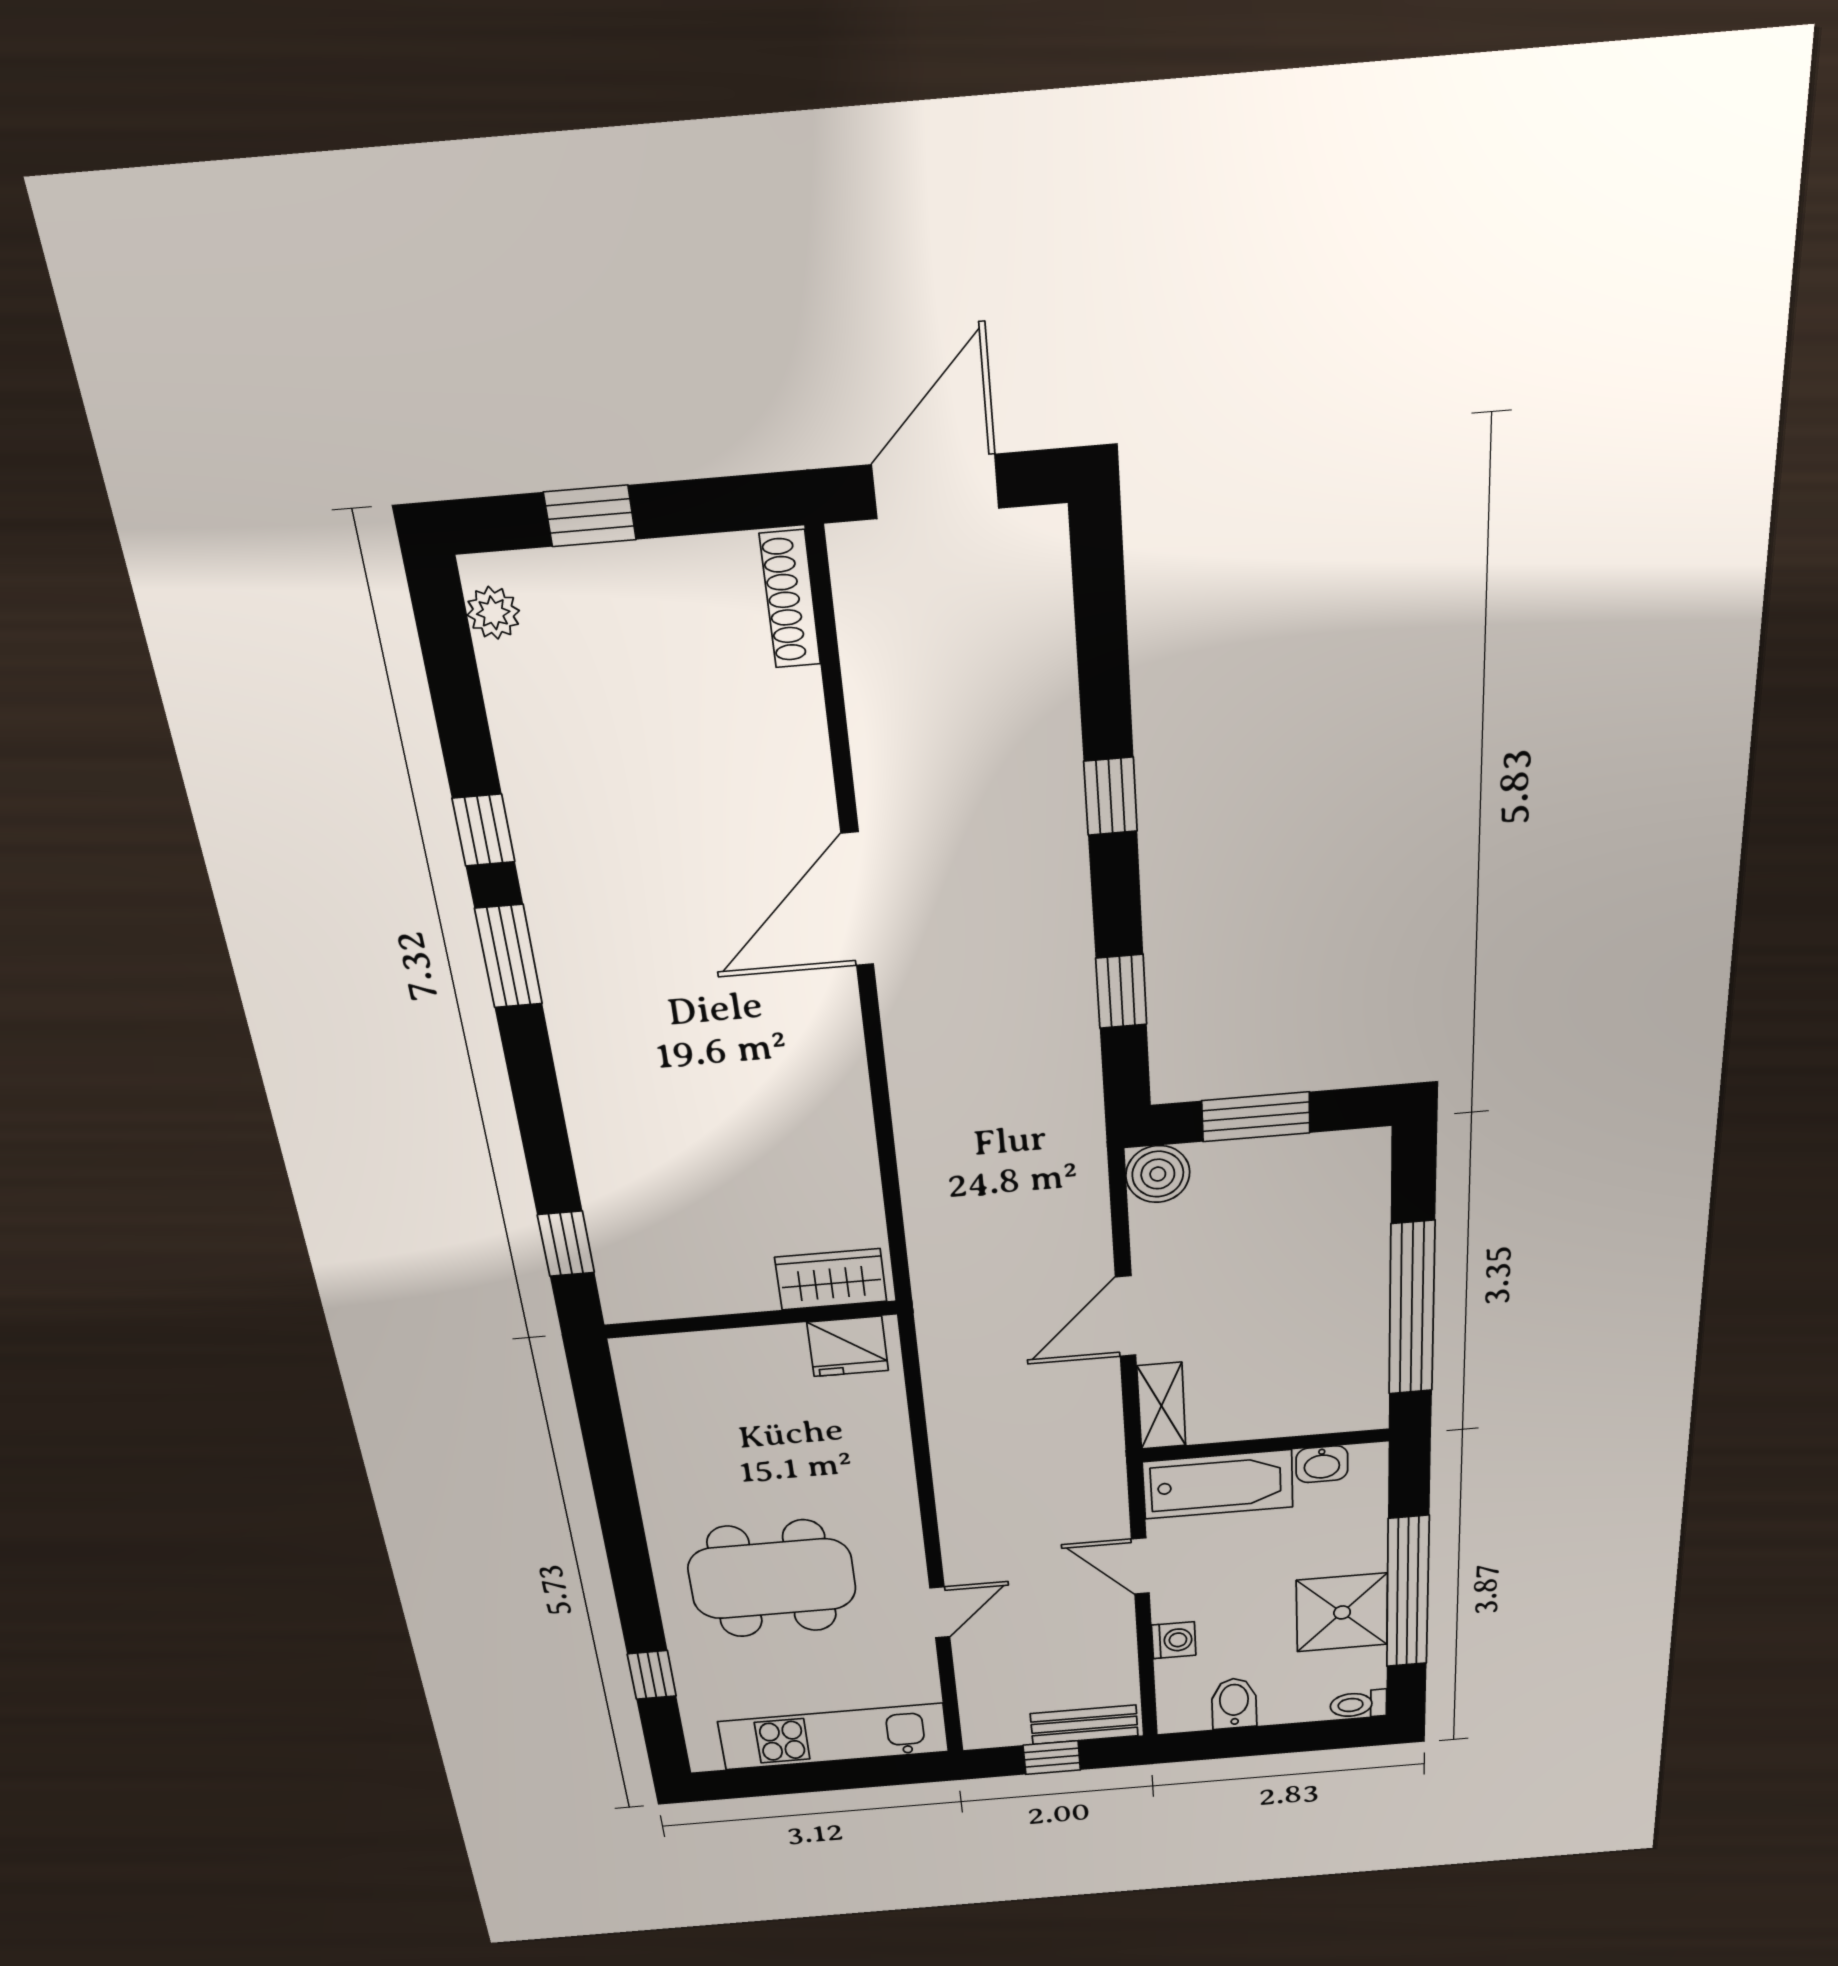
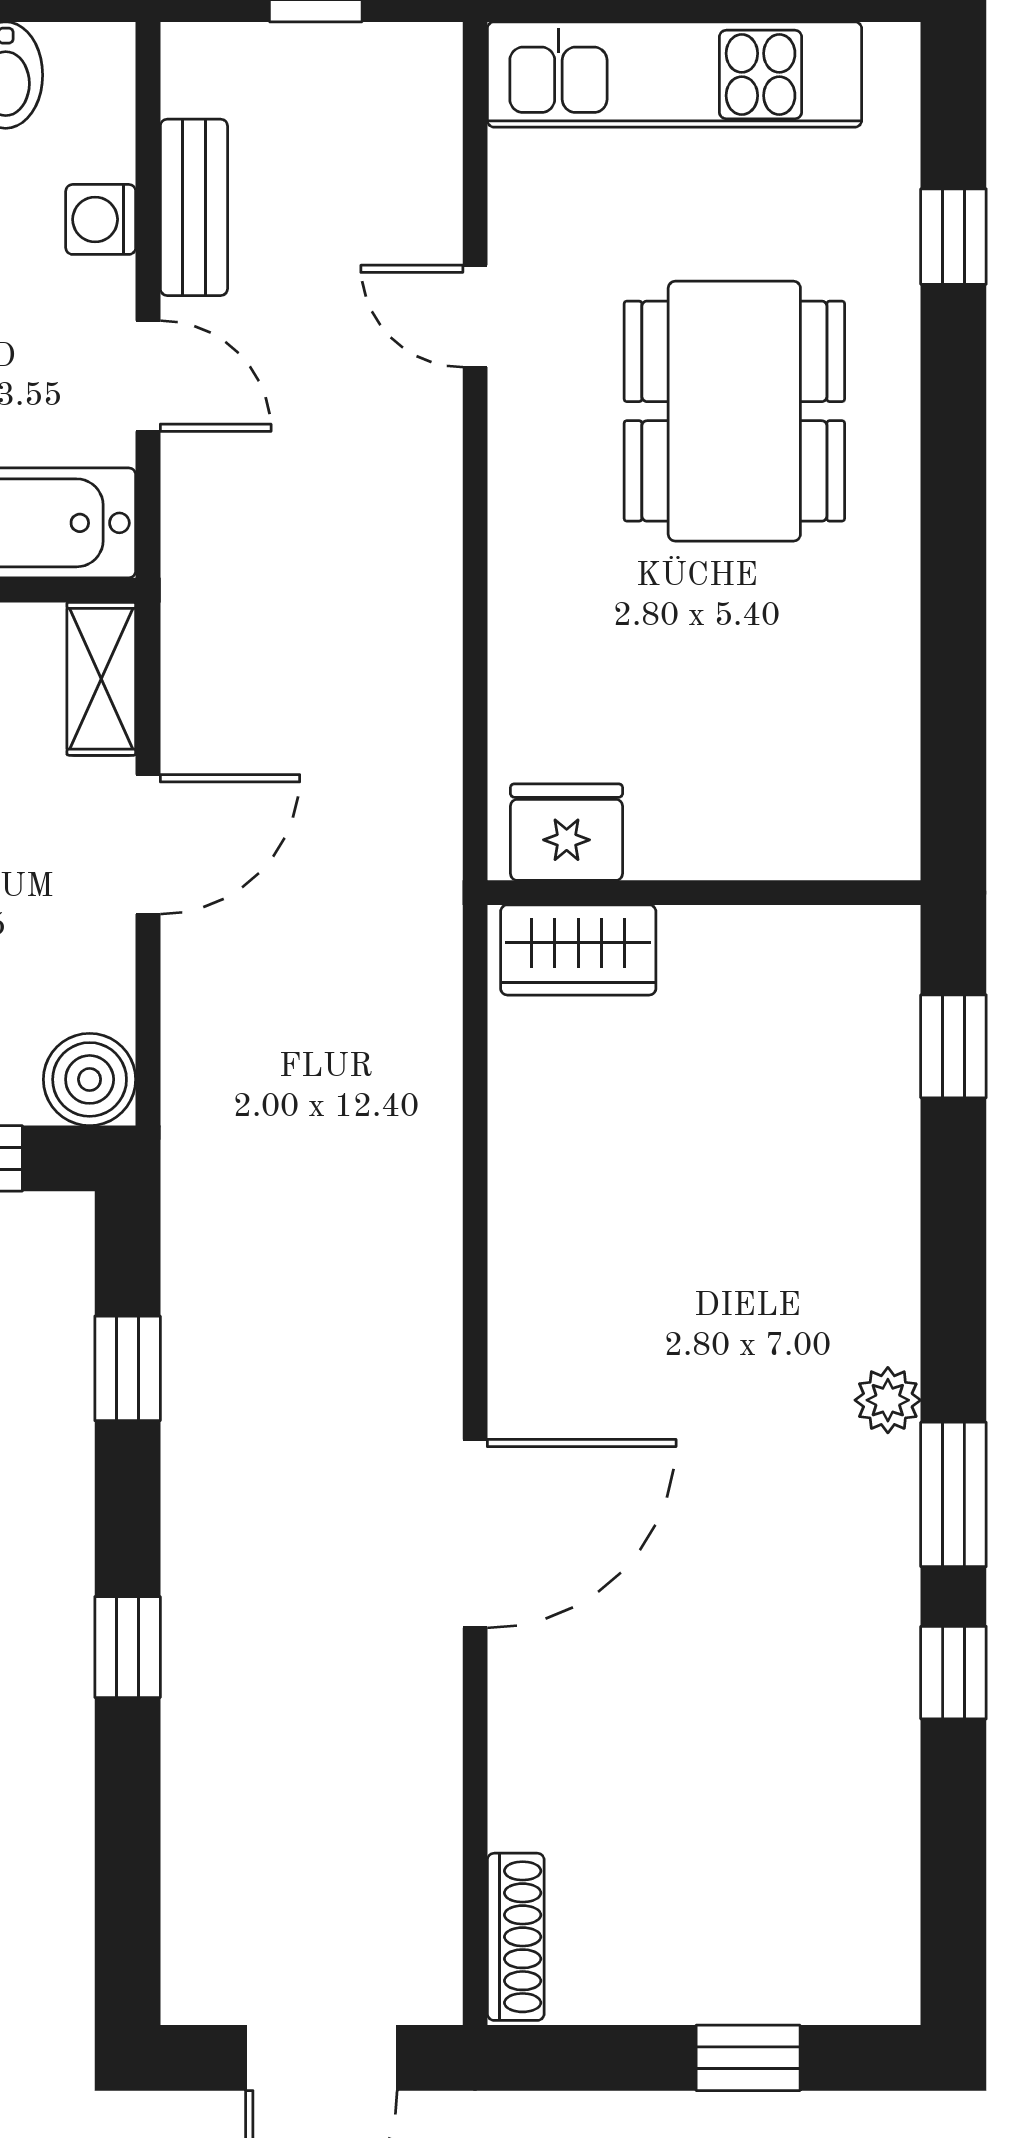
plant: (493, 613) -> (888, 1400), moved
dining table: (772, 1579) -> (734, 411), turned 90
door: (940, 1612) -> (475, 316), hinge flipped
bench: (1084, 1725) -> (194, 207), moved, turned 90

